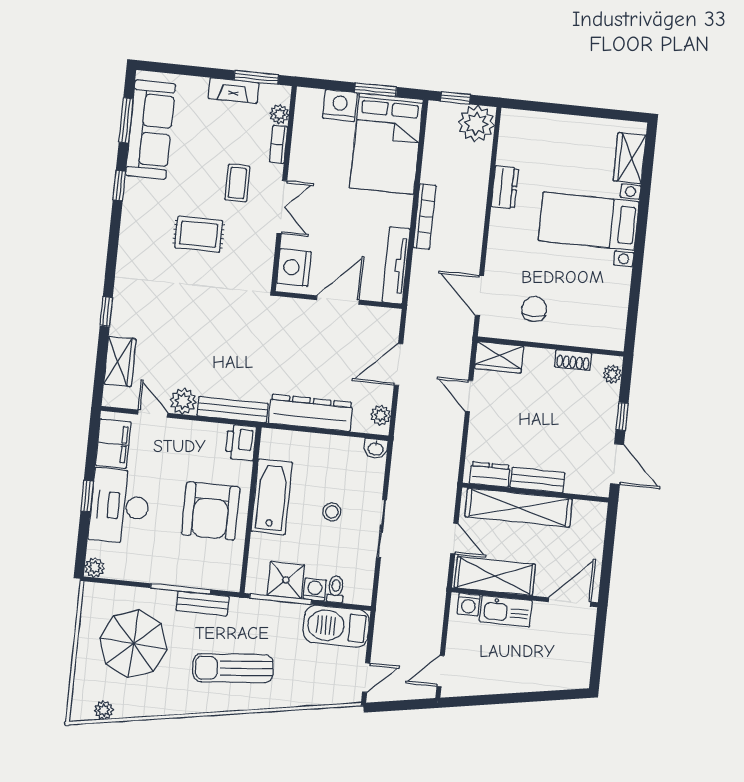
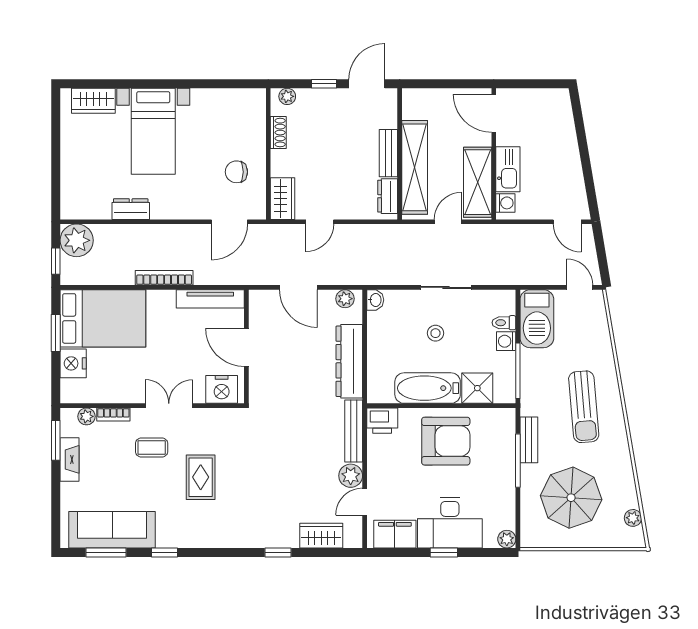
shower: (286, 580) -> (477, 388), moved

